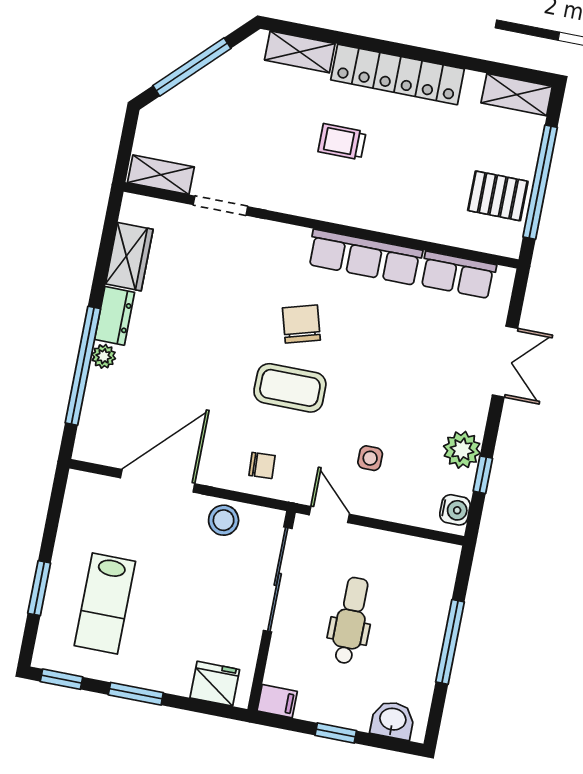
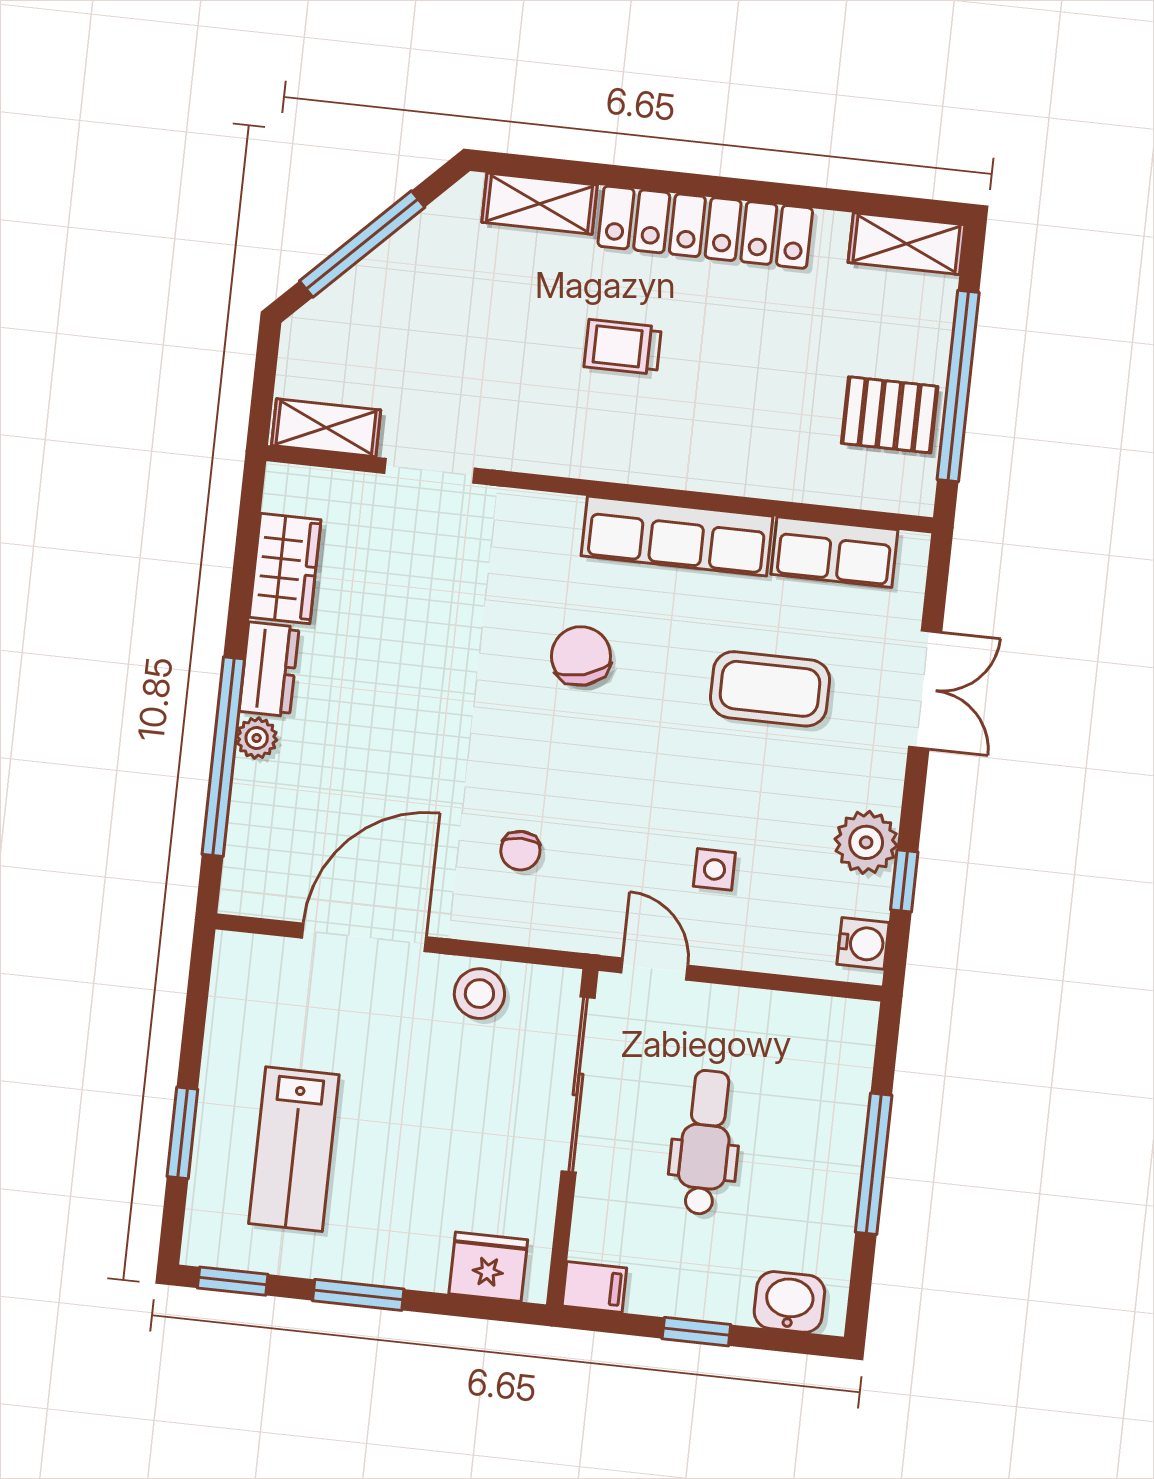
coffee table: (290, 388) -> (770, 689), moved
chair: (262, 465) -> (520, 851), moved, turned 93

